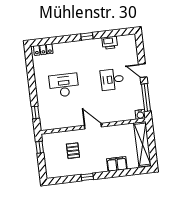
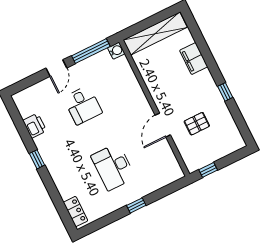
window: (35, 112) -> (136, 205), moved
door: (93, 126) -> (163, 125), moved

